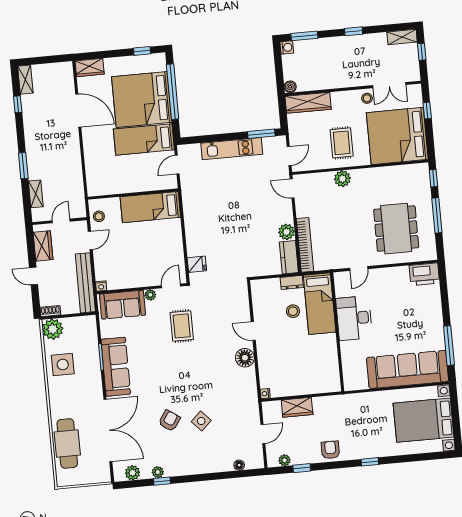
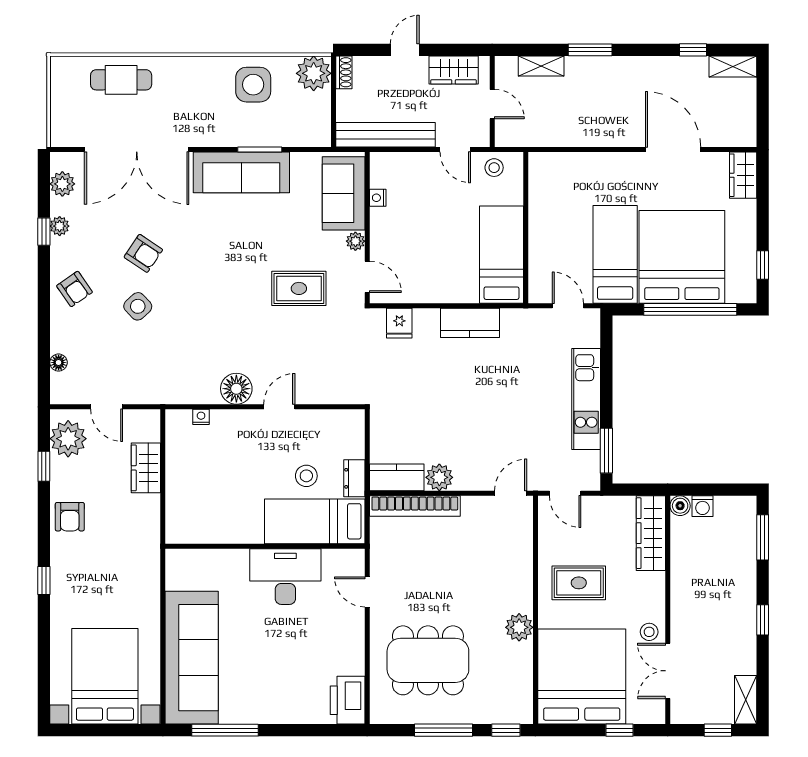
washing machine: (287, 47) -> (702, 506), moved
door: (78, 111) -> (673, 150), swing flipped
plant: (342, 179) -> (519, 627), moved
kitchen counter: (193, 222) -> (470, 323), added
nightstand: (101, 286) -> (378, 198), moved
nightstand: (265, 394) -> (201, 417), moved
cafe table: (67, 443) -> (121, 80), width x0.73, depth x0.74
armchair: (330, 450) -> (70, 517), turned 90
armchair: (194, 460) -> (75, 289), added
plant: (284, 460) -> (68, 439), width x1.87, depth x1.87

